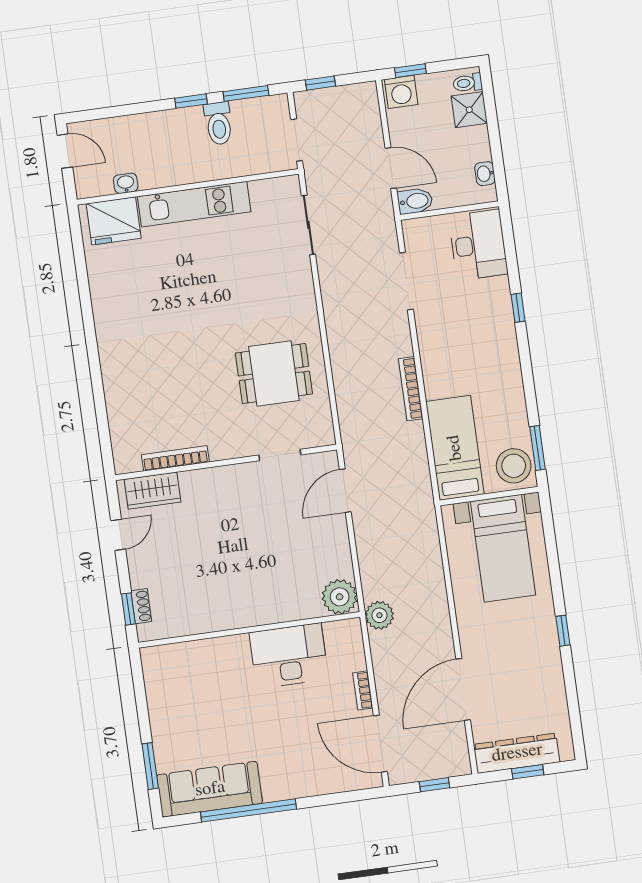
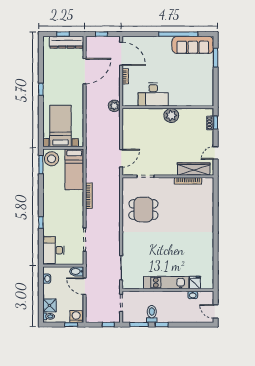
fridge: (114, 221) -> (195, 283), width x0.53, depth x0.75
wardrobe: (153, 491) -> (194, 169), width x1.50
plant: (340, 597) -> (171, 115), moved

